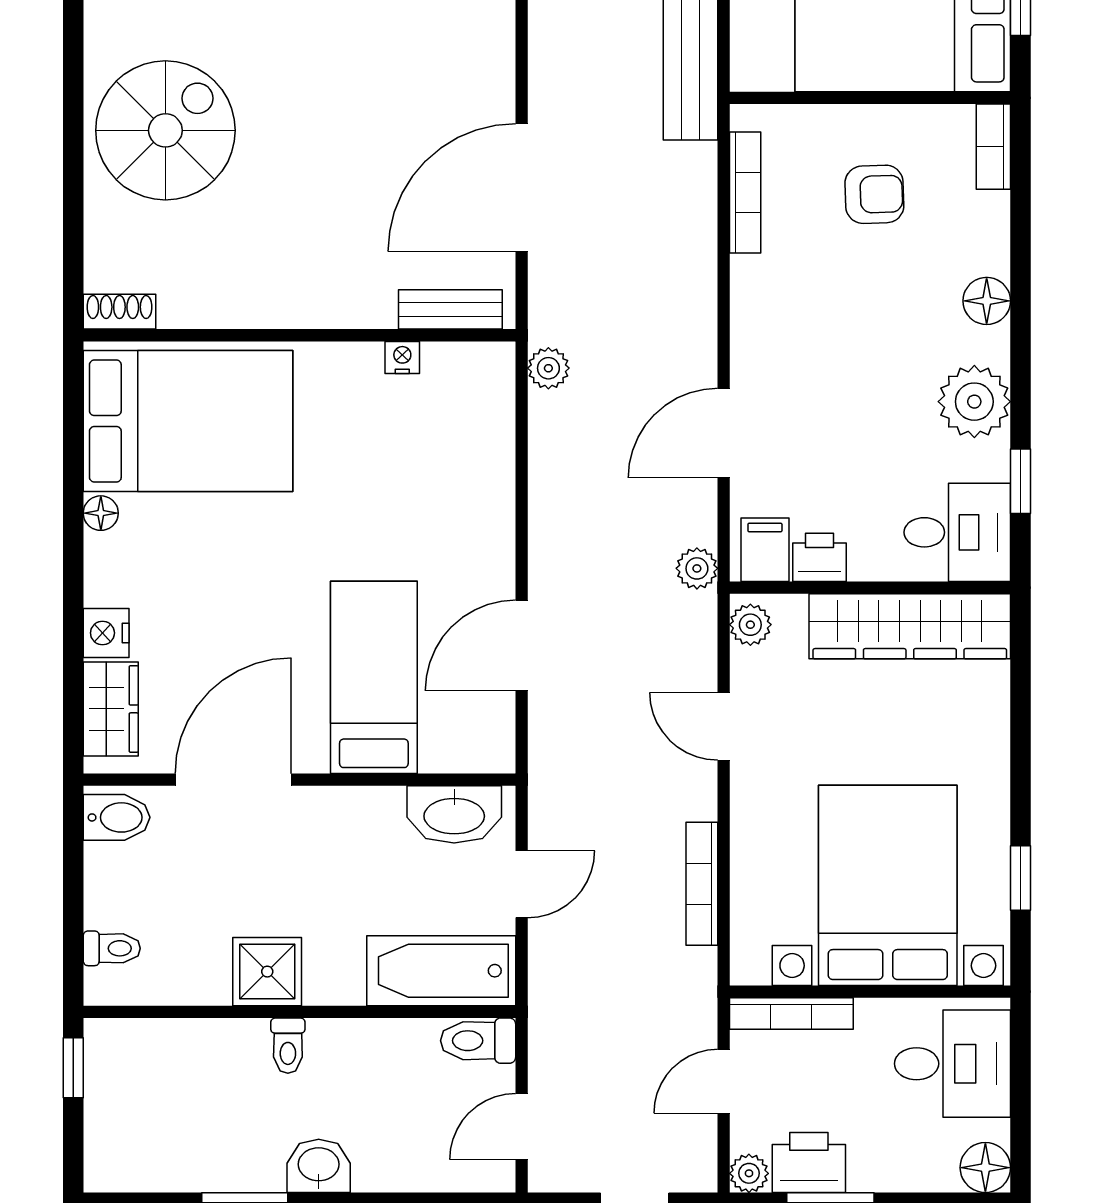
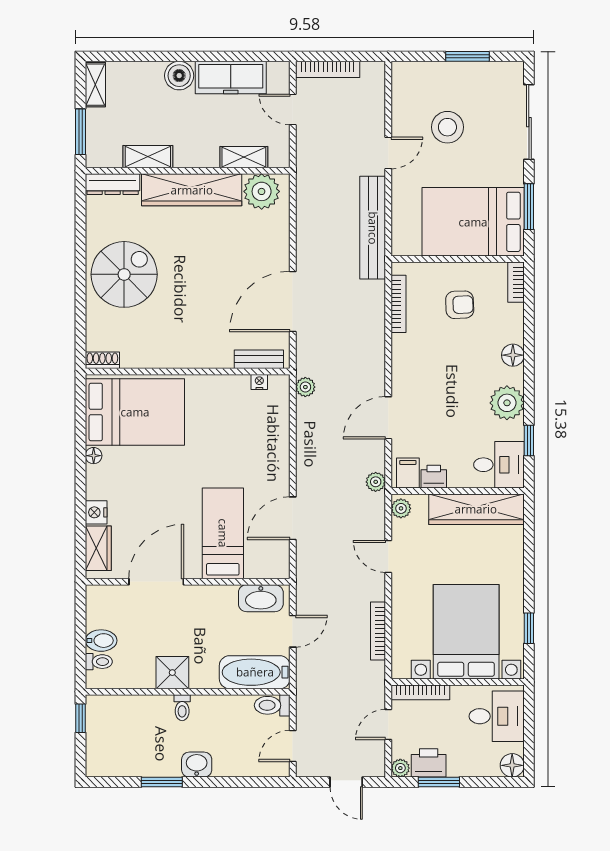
nightstand: (402, 357) -> (259, 382), moved
bidet: (117, 817) -> (101, 641), moved

